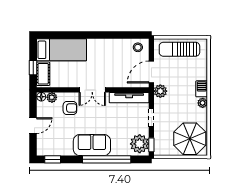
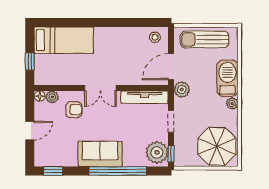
cot: (43, 74) -> (42, 69), removed
barbecue: (202, 89) -> (227, 78), width x1.88, depth x1.53

